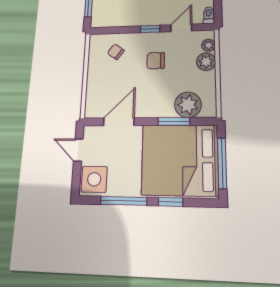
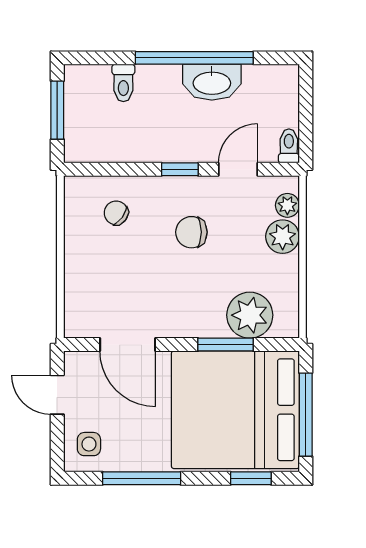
door: (119, 122) -> (128, 345), swing flipped
side table: (94, 179) -> (89, 444), width x0.54, depth x0.54
window: (171, 202) -> (251, 478), moved

